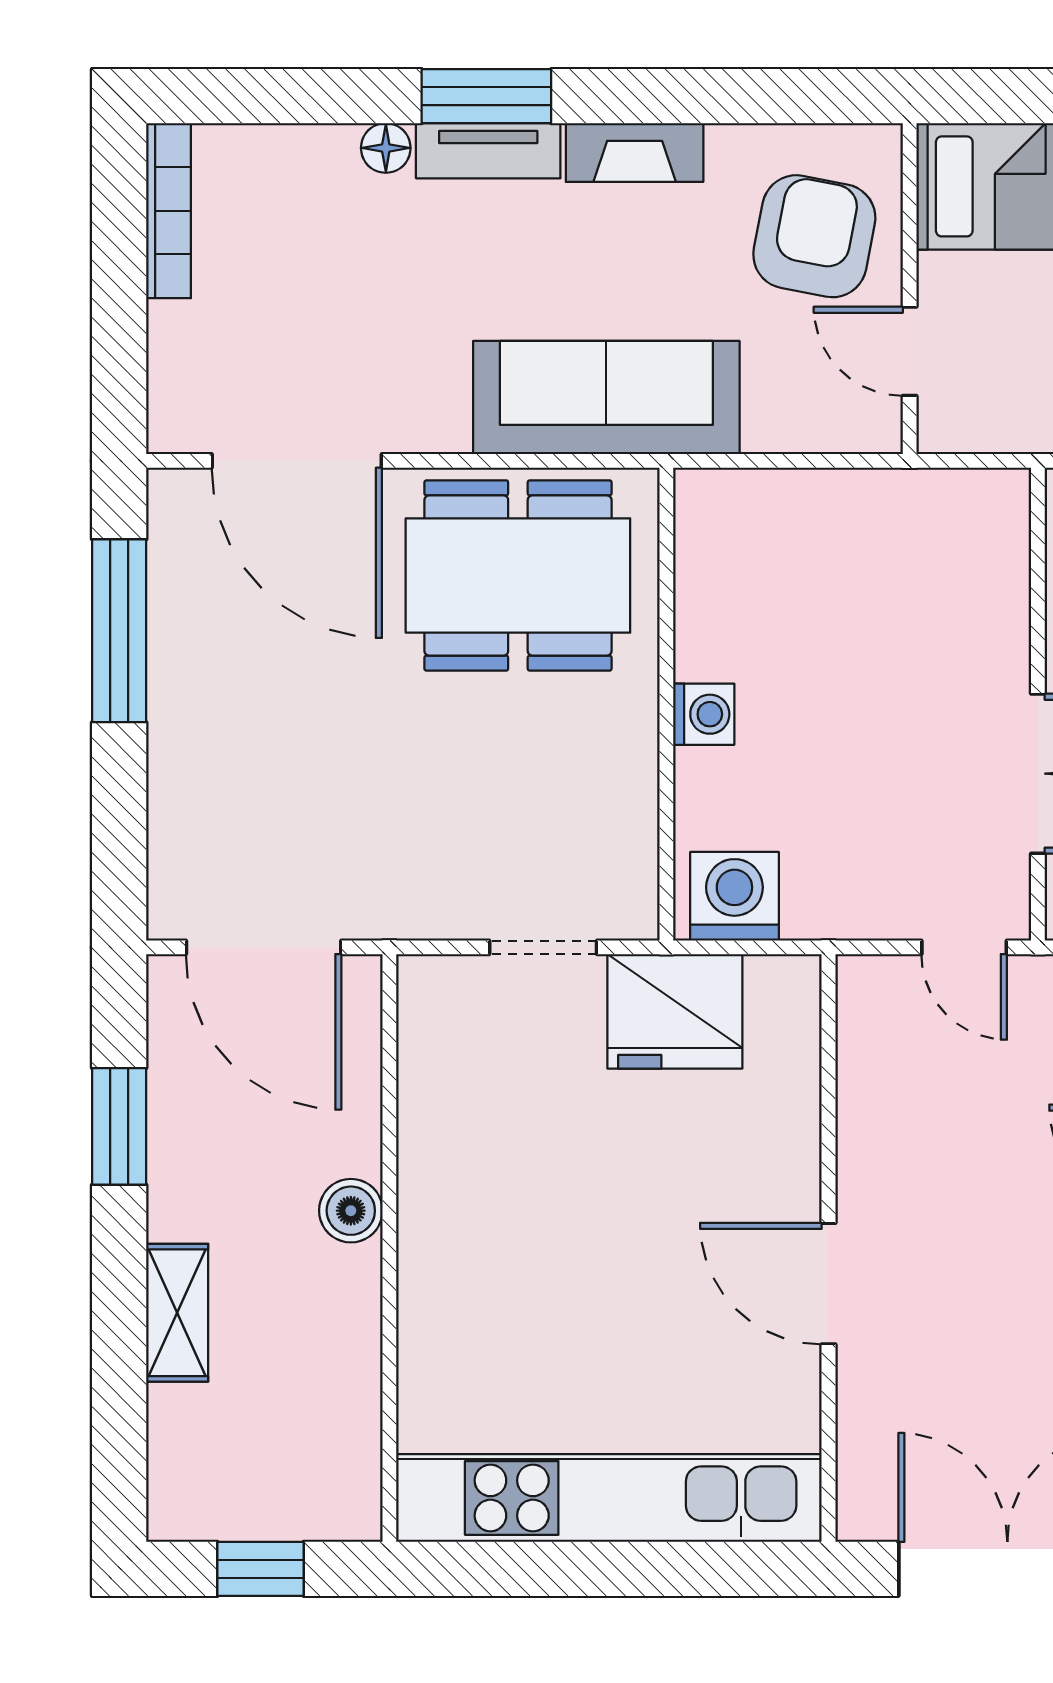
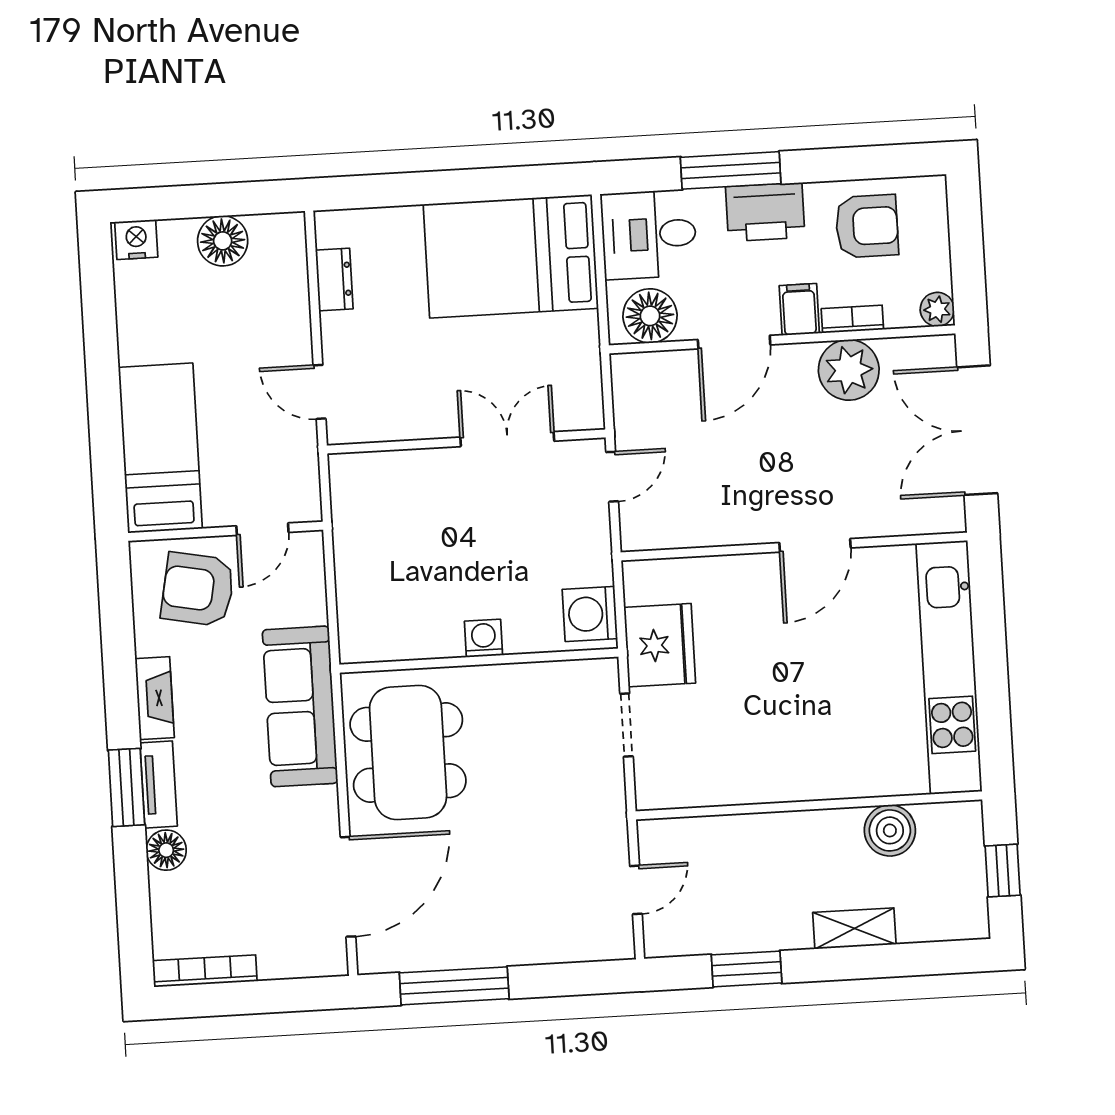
floor lamp: (386, 148) -> (166, 850), width x1.37, depth x1.37
door: (264, 947) -> (636, 890), width x0.53
boiler: (351, 1211) -> (890, 830), moved, width x1.36, depth x1.36

